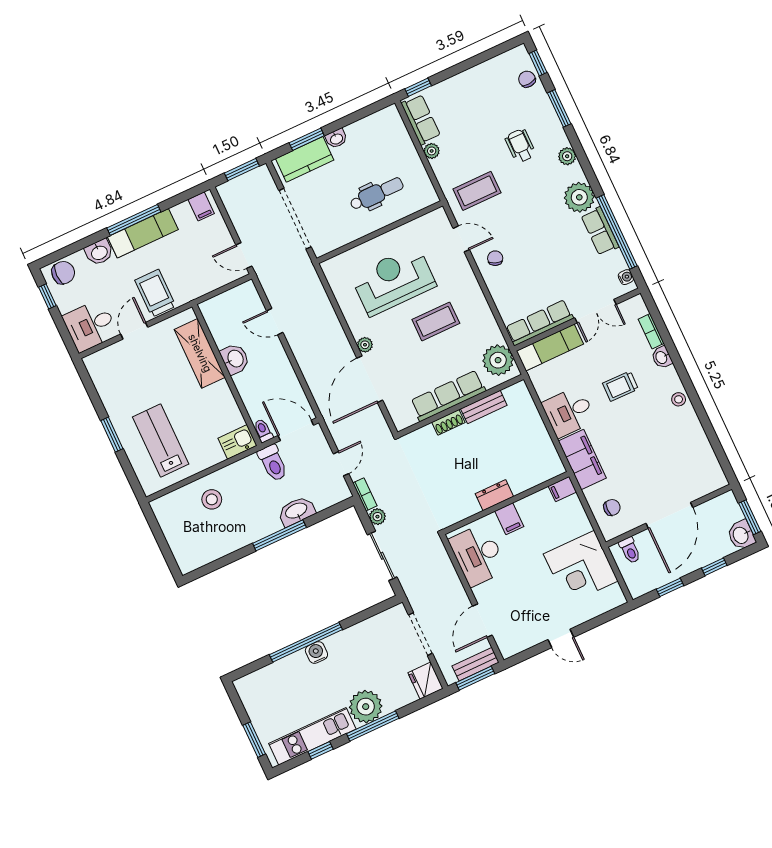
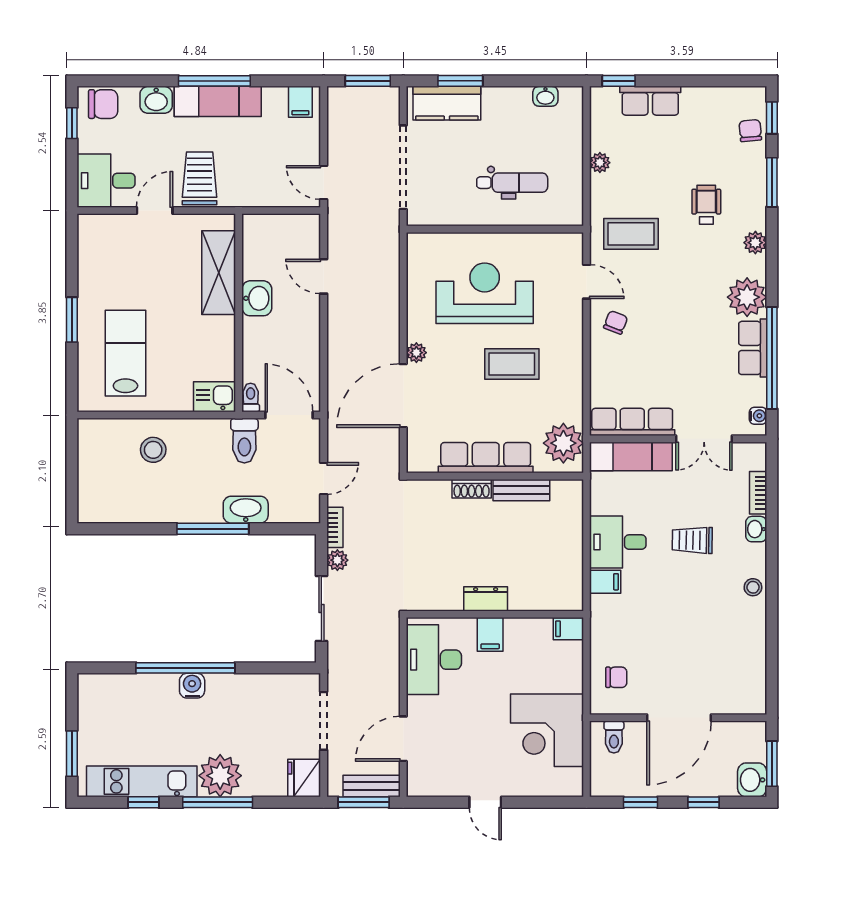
row of seats: (421, 120) -> (650, 101), moved, turned 90
washbasin: (336, 139) -> (545, 96), moved
filing cabinet: (582, 459) -> (605, 582), width x0.33, depth x0.86

